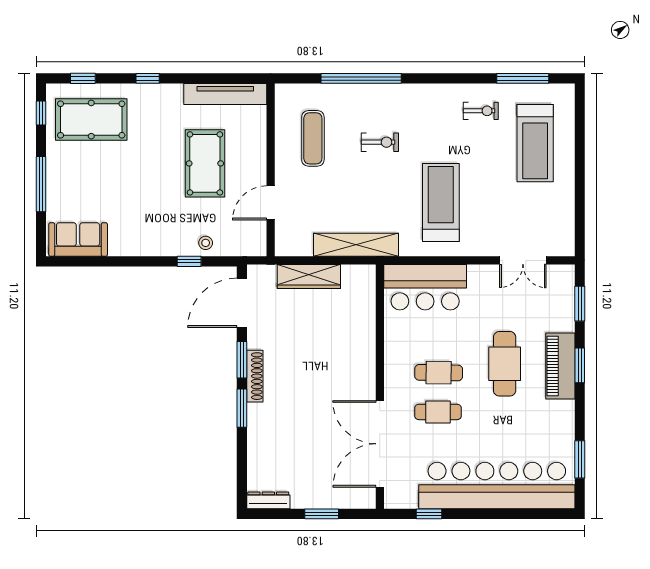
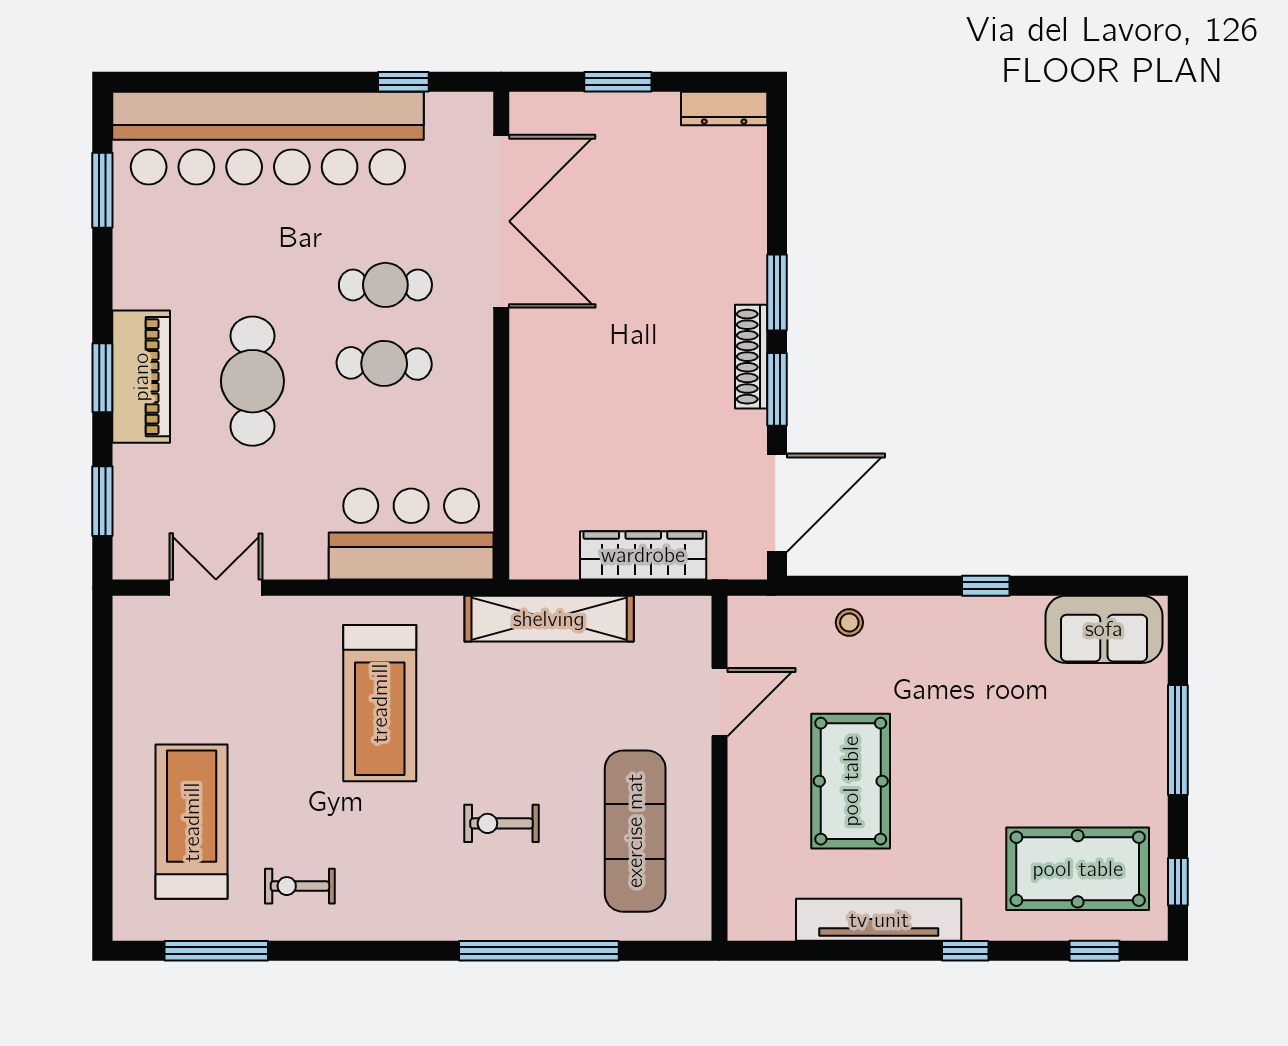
tv unit: (225, 94) -> (879, 920), moved
exercise mat: (313, 138) -> (635, 831), width x1.36, depth x1.45
window: (189, 261) -> (986, 586), moved

